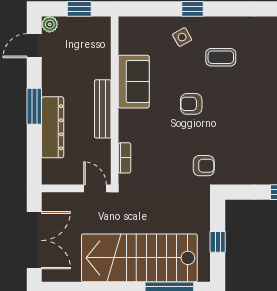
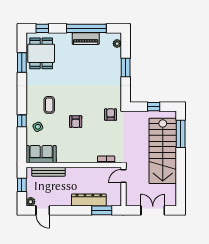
sofa: (134, 82) -> (41, 154), moved
window: (34, 106) -> (102, 210), moved
bench: (103, 109) -> (48, 172), moved
double door: (34, 240) -> (153, 210), width x0.73

